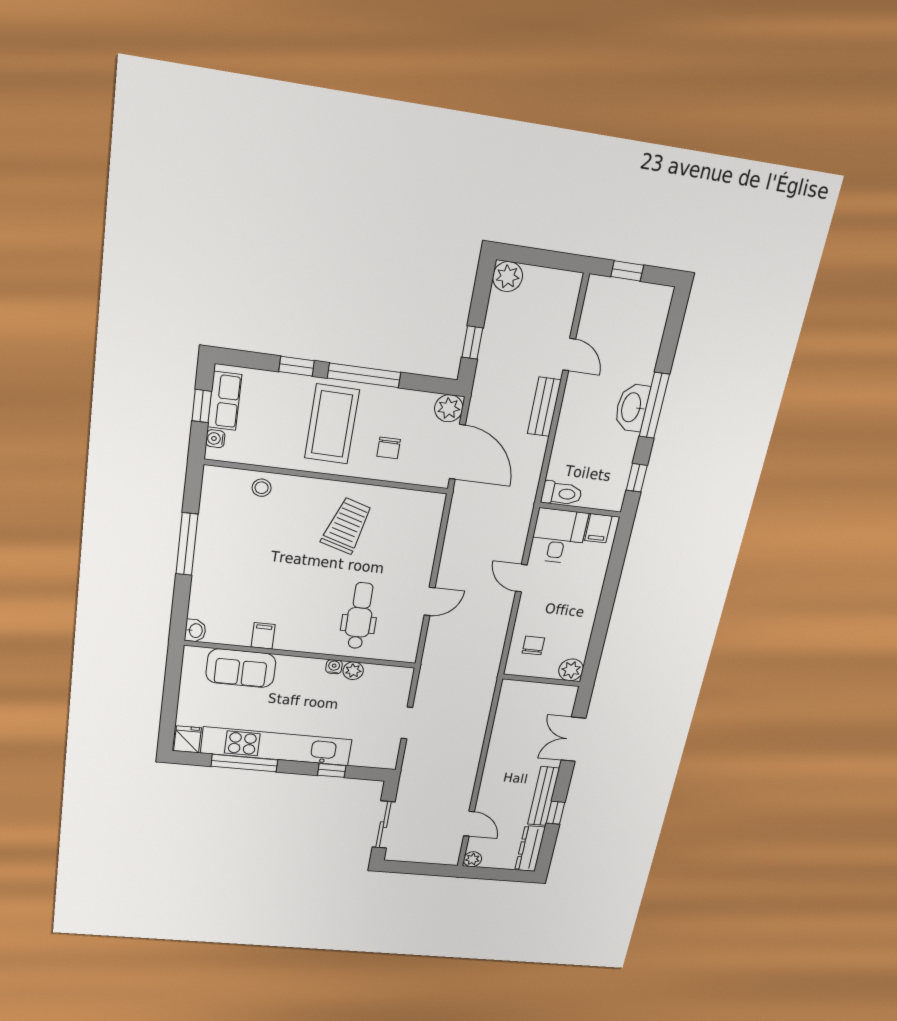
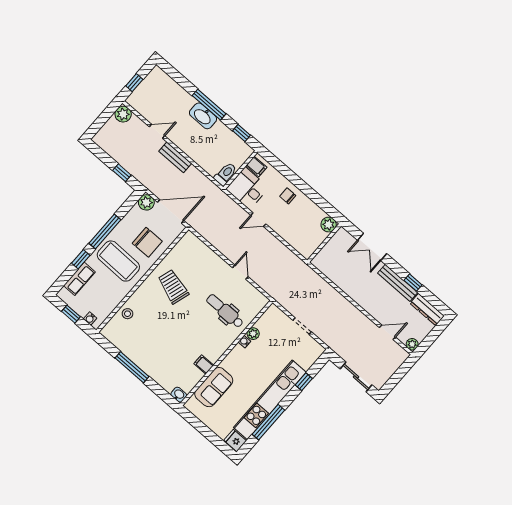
plant: (508, 277) -> (123, 114), moved
row of seats: (225, 401) -> (79, 279), moved, turned 90
chair: (389, 448) -> (147, 242), width x1.87, depth x1.87
chair: (533, 645) -> (288, 196), moved

